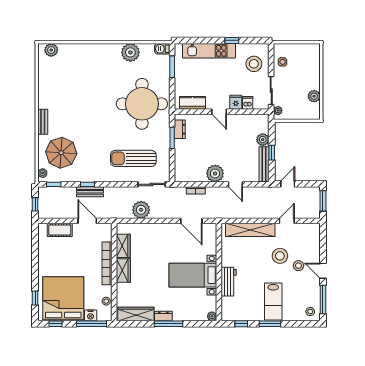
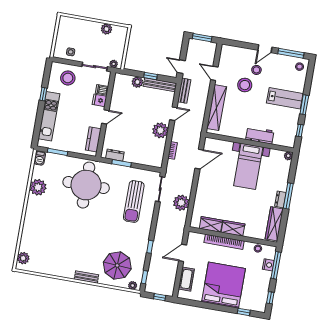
bench: (90, 192) -> (184, 91), moved
bed: (63, 299) -> (224, 285), moved, turned 90

